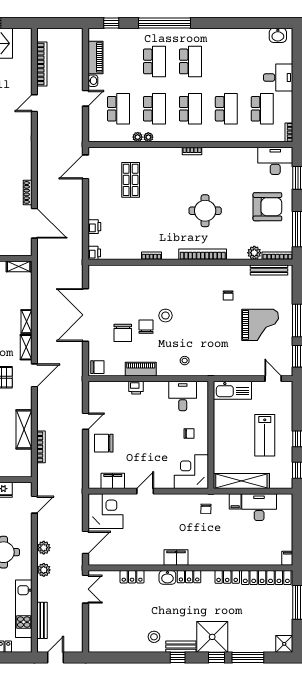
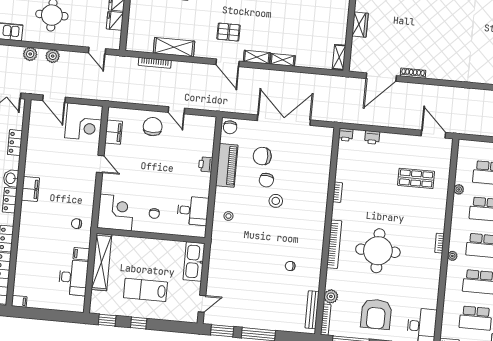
plant: (148, 137) -> (452, 256), moved
round table: (205, 211) -> (378, 251), width x1.36, depth x1.36
grand piano: (260, 325) -> (257, 296), removed
chair: (146, 327) -> (266, 180), turned 95
piano: (141, 369) -> (227, 165), width x1.37, depth x1.33

